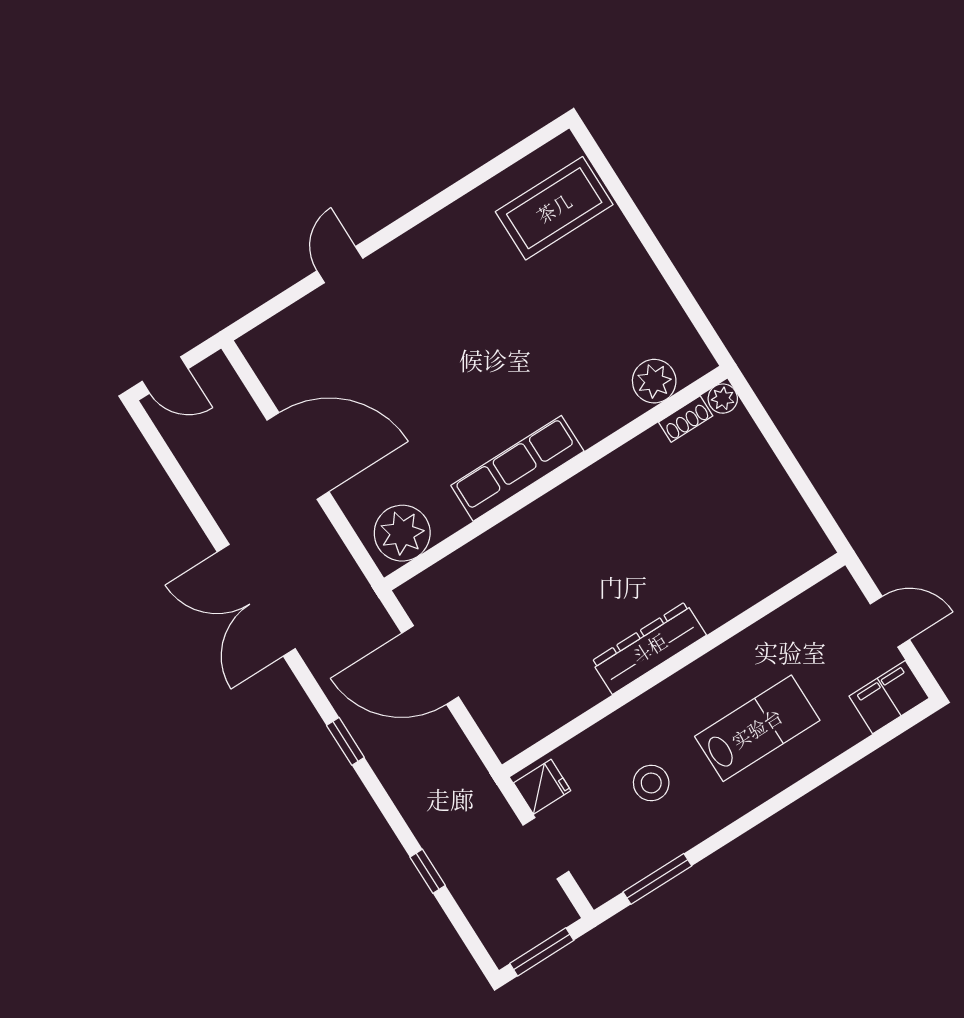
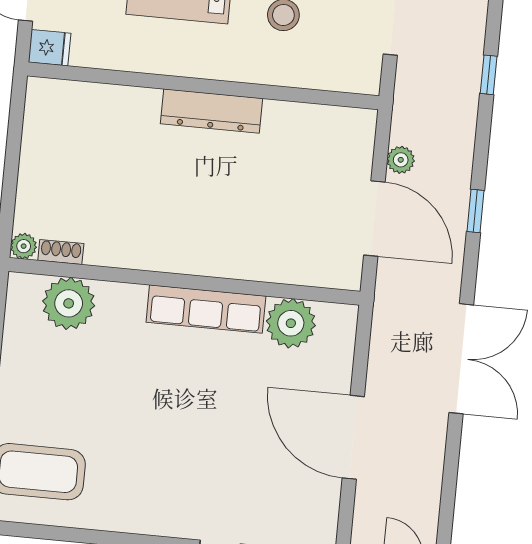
plant: (654, 381) -> (69, 303), width x1.36, depth x1.36
plant: (402, 533) -> (291, 323), moved
plant: (447, 735) -> (401, 160), added
fridge: (542, 787) -> (50, 48), moved, turned 180

